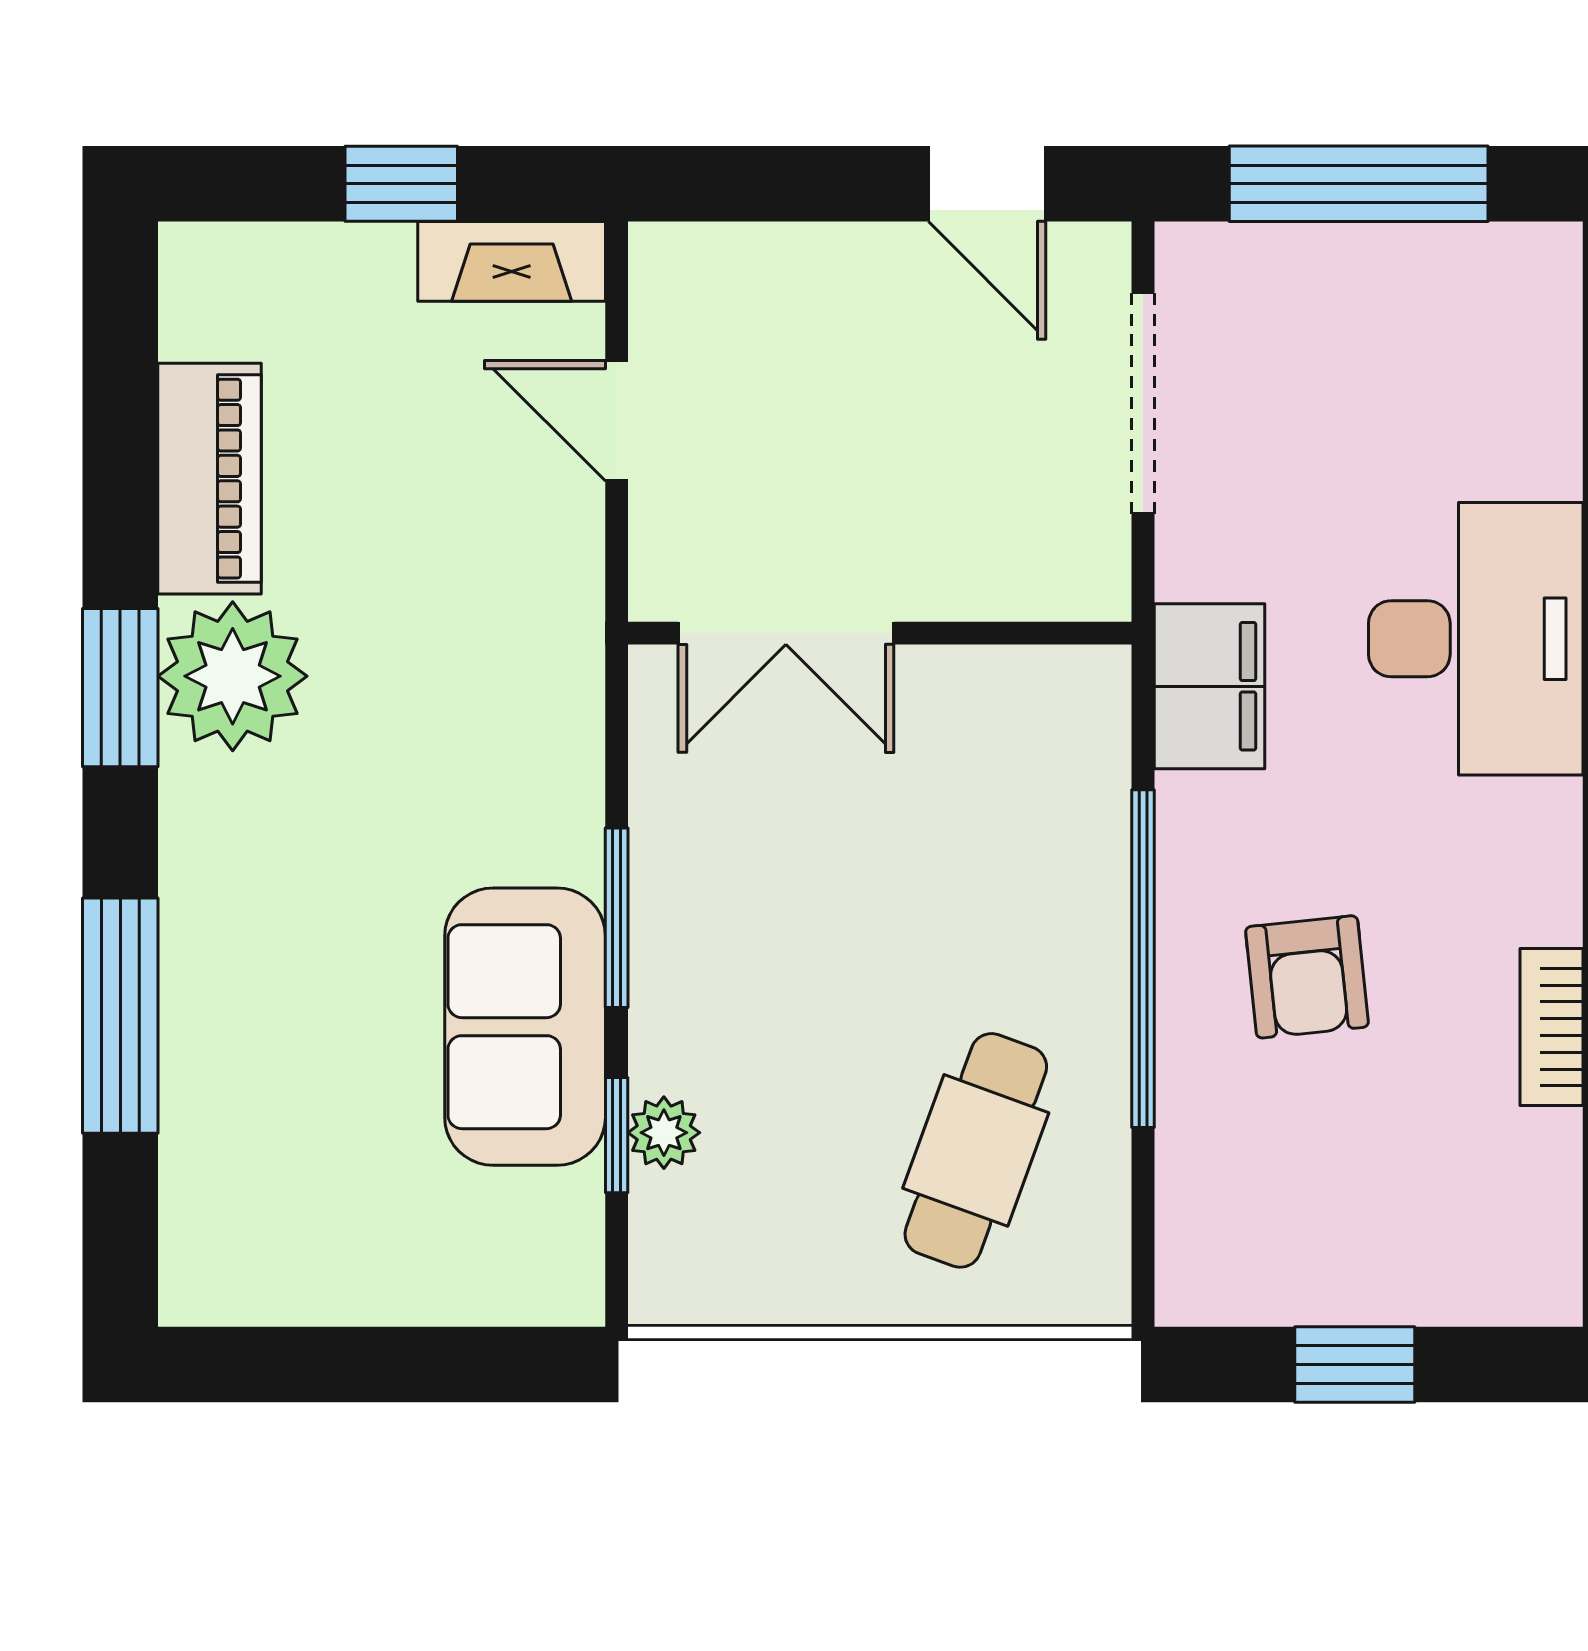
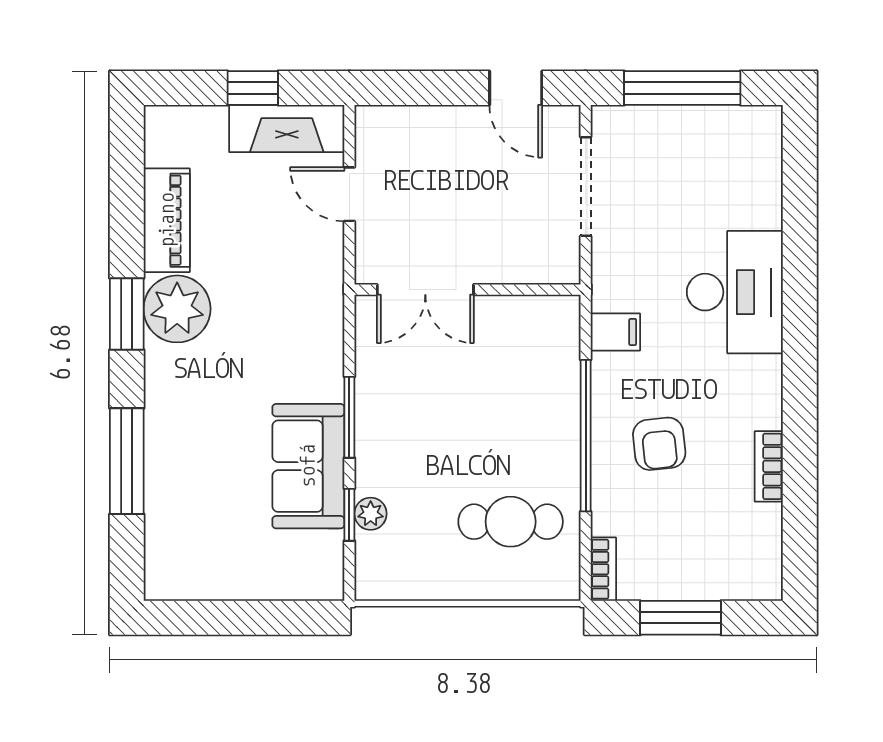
fireplace: (512, 261) -> (287, 129), width x1.37, depth x1.32
filing cabinet: (1209, 686) -> (615, 332), width x0.50
cafe table: (976, 1150) -> (511, 522), turned 70
bookcase: (1183, 1256) -> (603, 569), added
window: (1355, 1365) -> (681, 618), width x1.50

